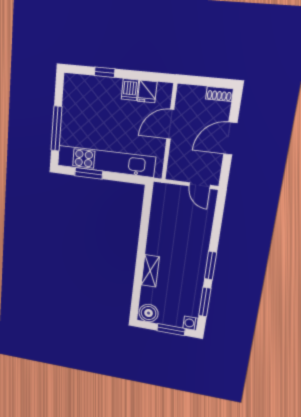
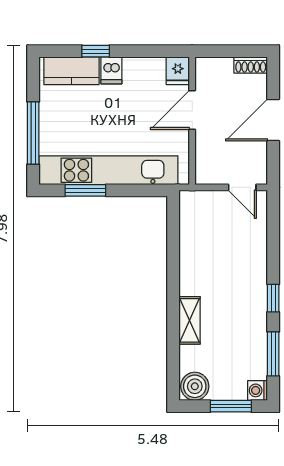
kitchen counter: (86, 86) -> (71, 71), added
dishwasher: (130, 90) -> (111, 70), moved
fridge: (147, 92) -> (178, 71), moved
window: (210, 265) -> (273, 298), width x0.67

